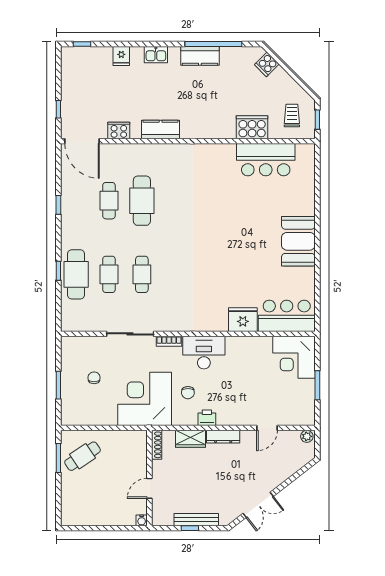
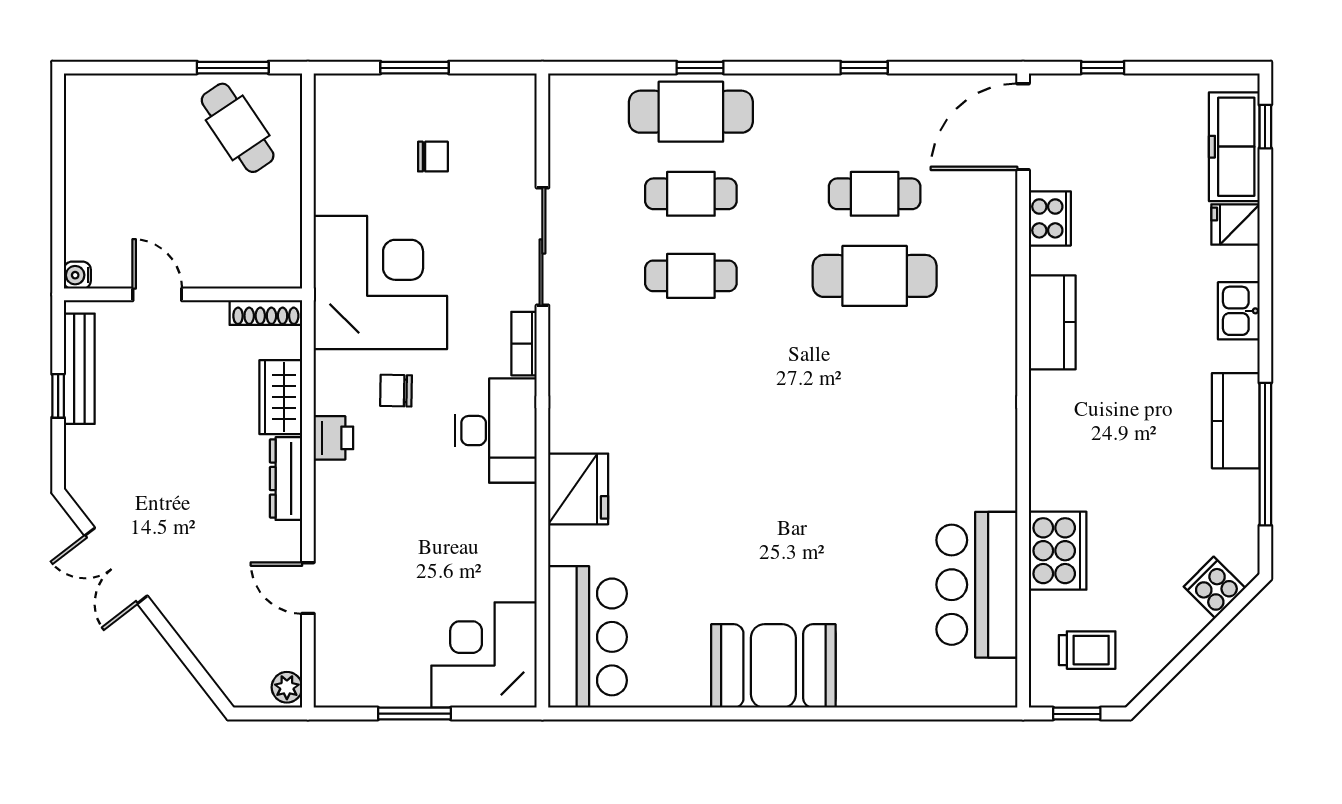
freezer: (90, 56) -> (1234, 147), added
fridge: (243, 320) -> (578, 489), moved
bench: (196, 520) -> (79, 369), moved

